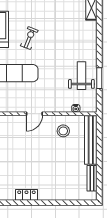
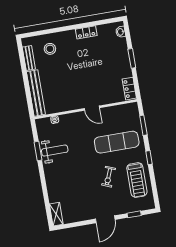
weight bench: (81, 76) -> (55, 151), turned -90
door: (34, 114) -> (92, 108), swing flipped
stool: (63, 131) -> (50, 49), moved

